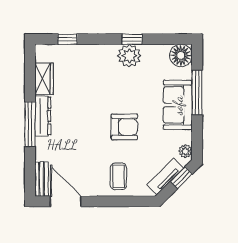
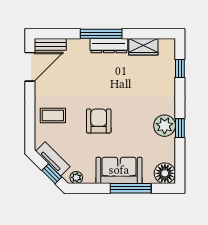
armchair: (124, 127) -> (99, 121), turned 180

